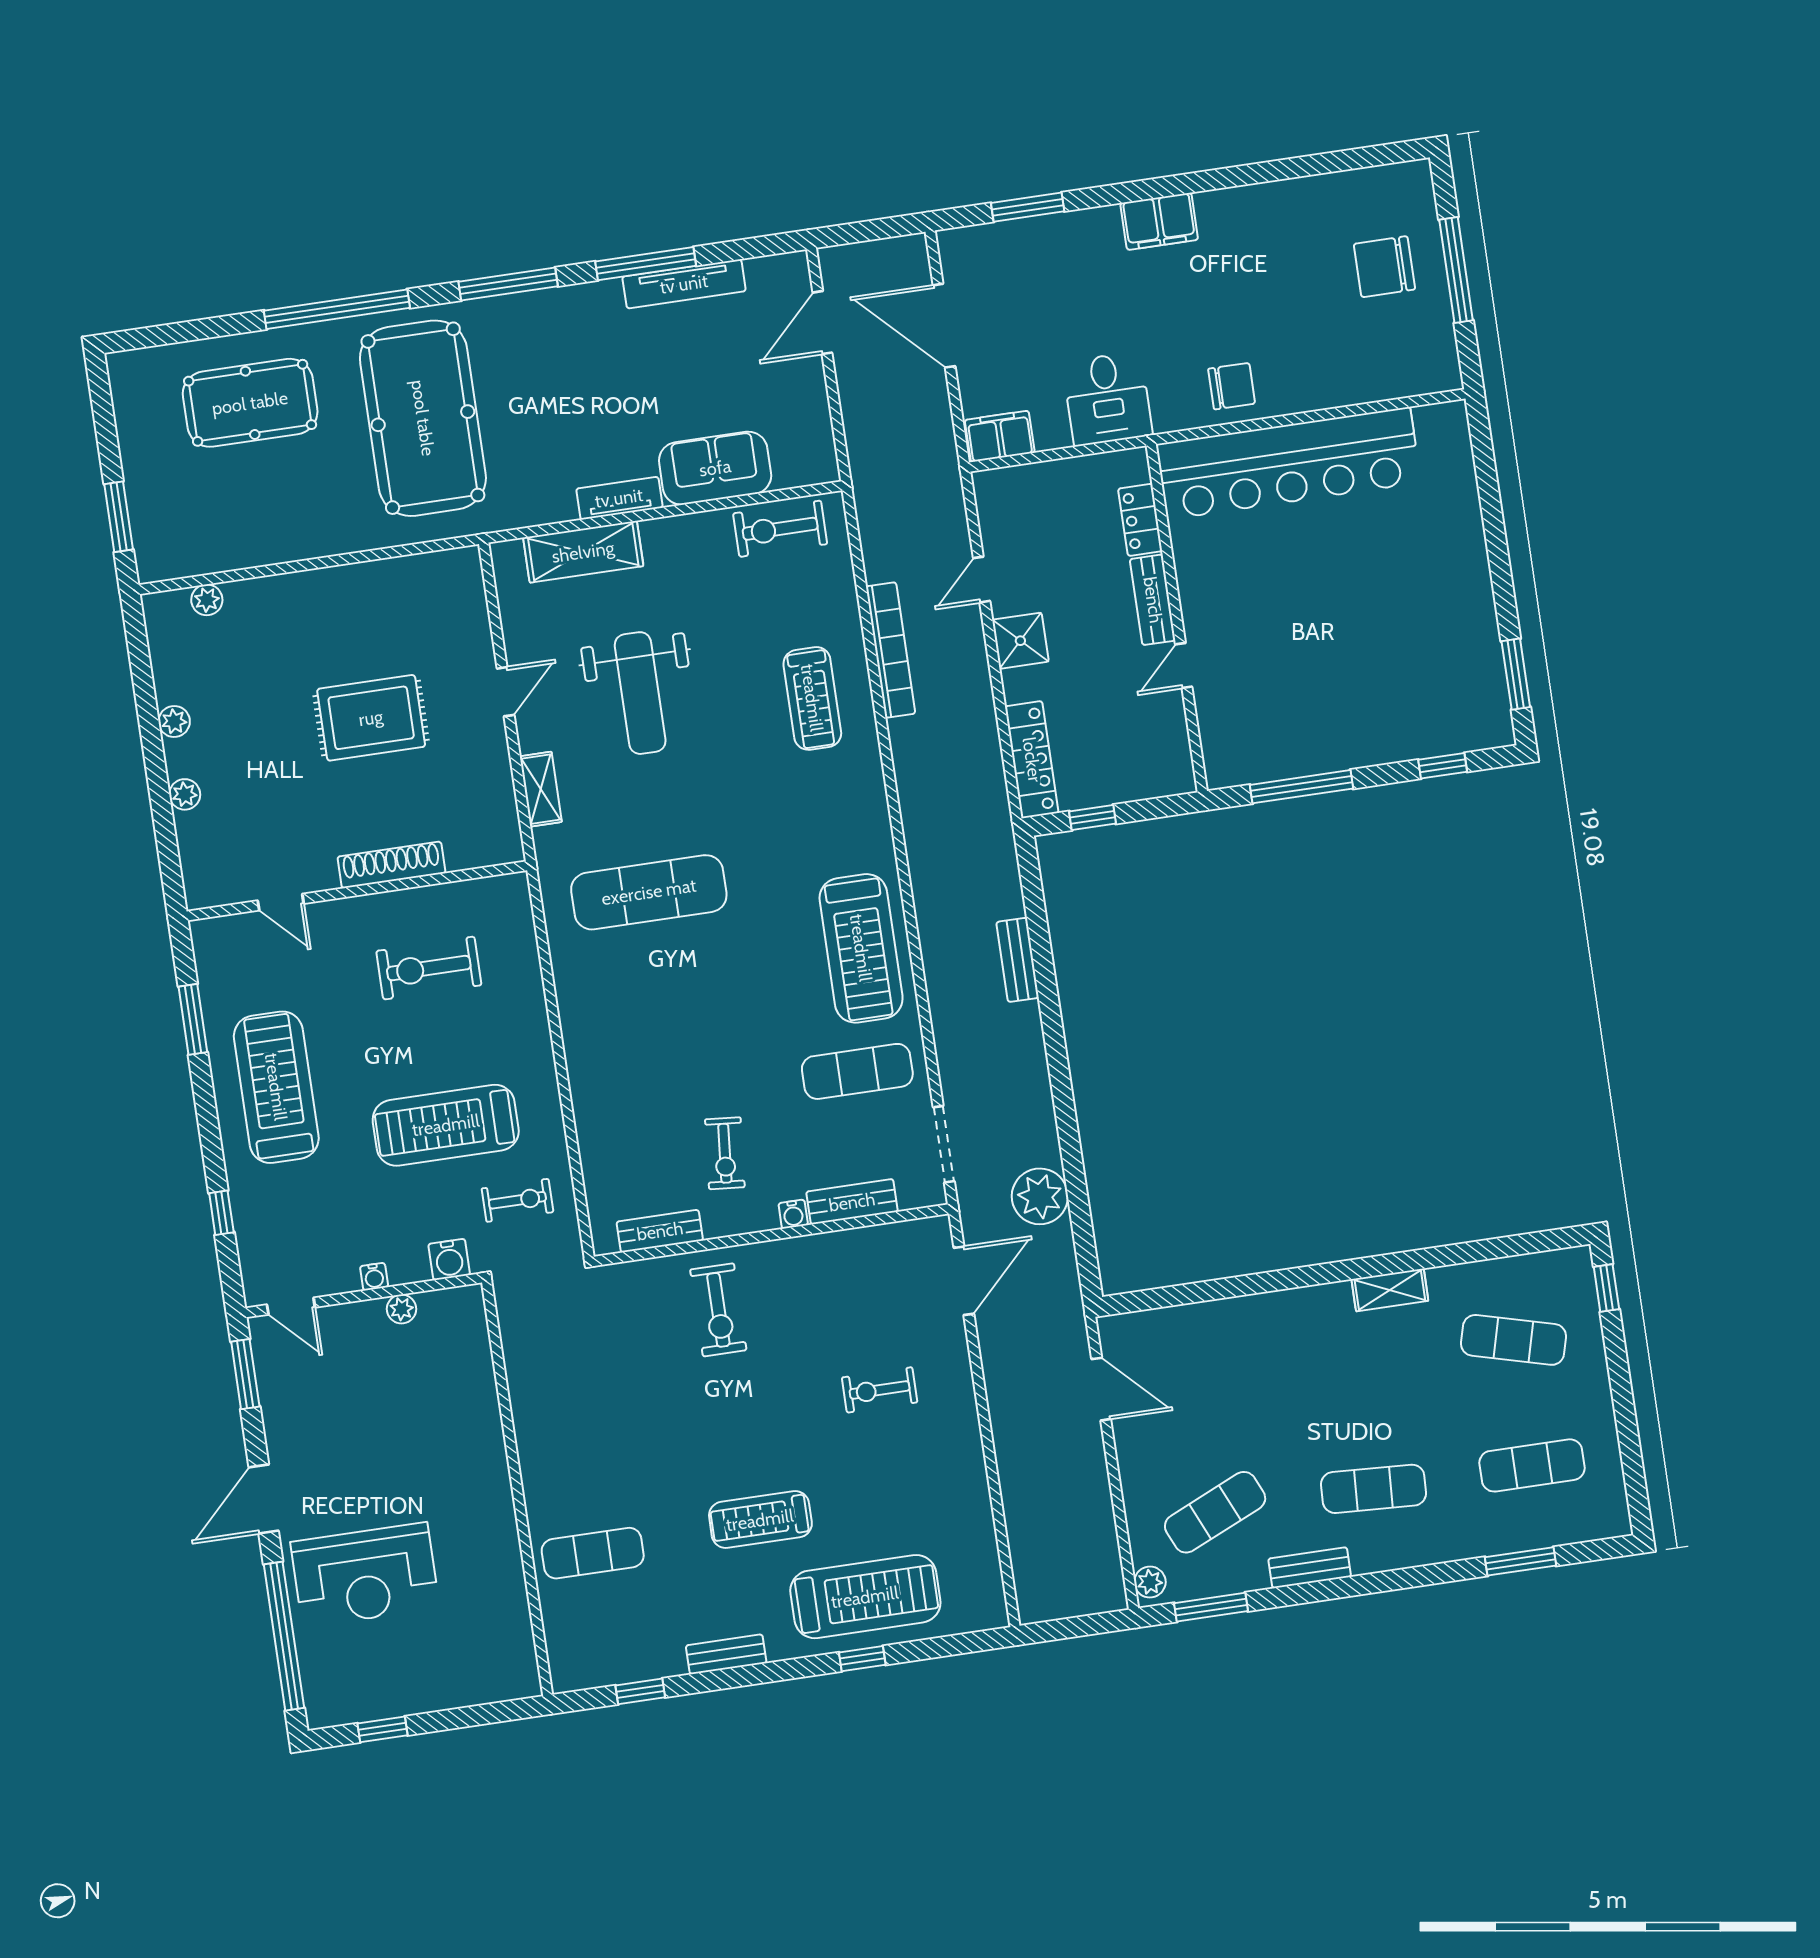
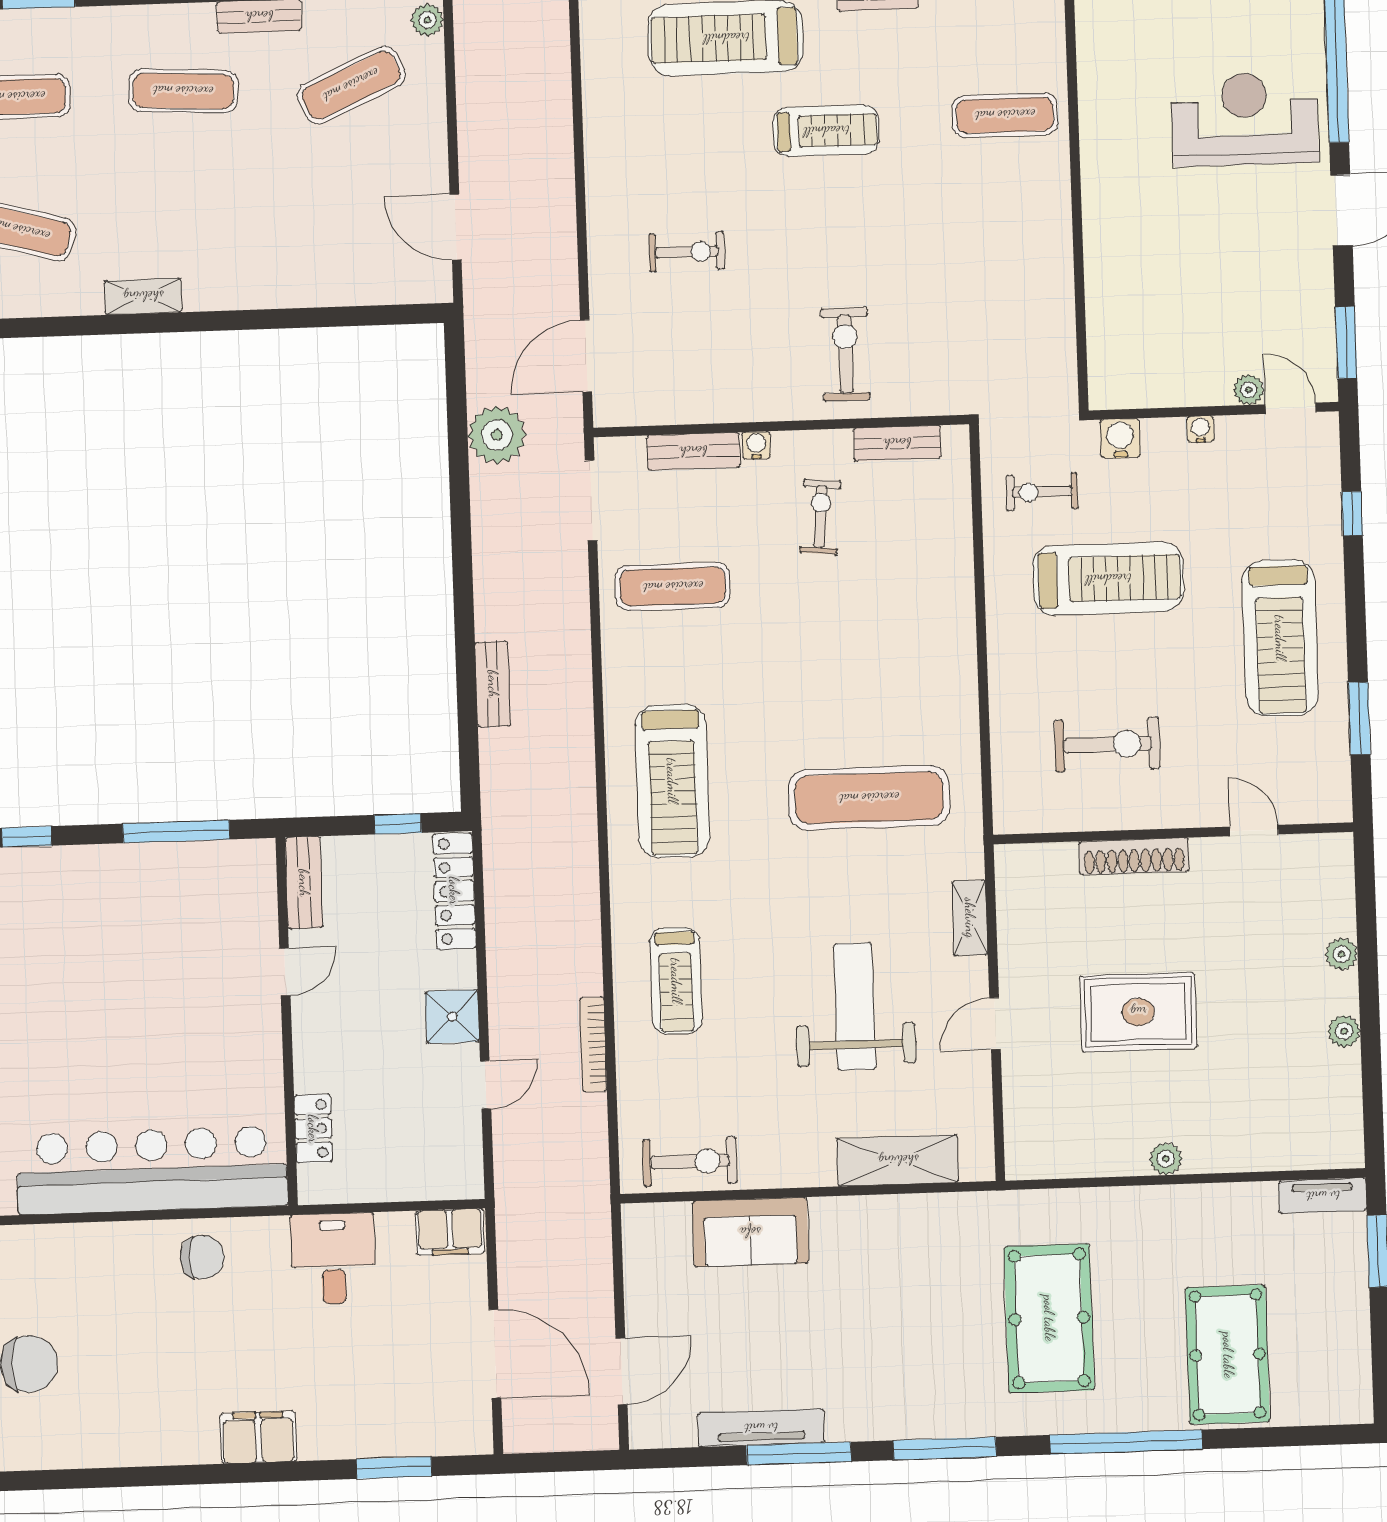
chair: (1232, 386) -> (202, 1257), turned 180
pool table: (250, 403) -> (1228, 1355), turned 90
pool table: (423, 418) -> (1049, 1318), width x0.73, depth x0.76
tv unit: (619, 498) -> (1323, 1196), moved
plant: (207, 600) -> (1166, 1159), moved
bench: (1153, 600) -> (304, 883), moved
bookcase: (891, 650) -> (593, 1045), width x0.68, depth x0.76
treadmill: (812, 698) -> (676, 981), turned 180
treadmill: (861, 948) -> (672, 781), moved, turned 180
plant: (401, 1309) -> (1249, 390), moved

